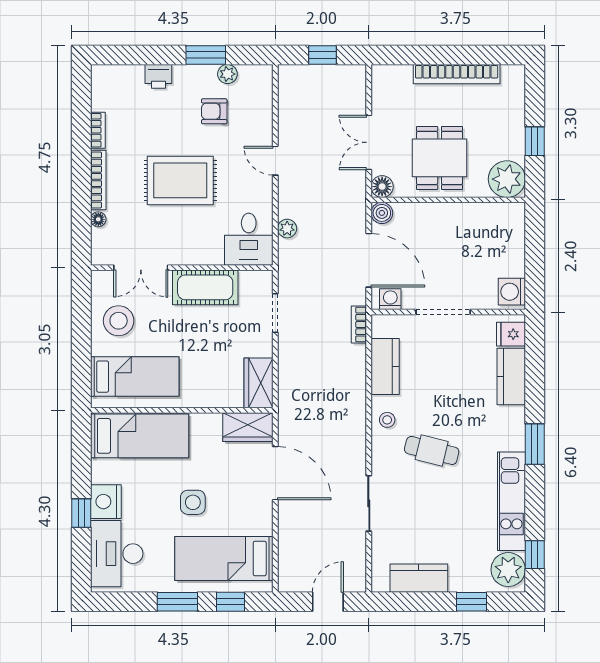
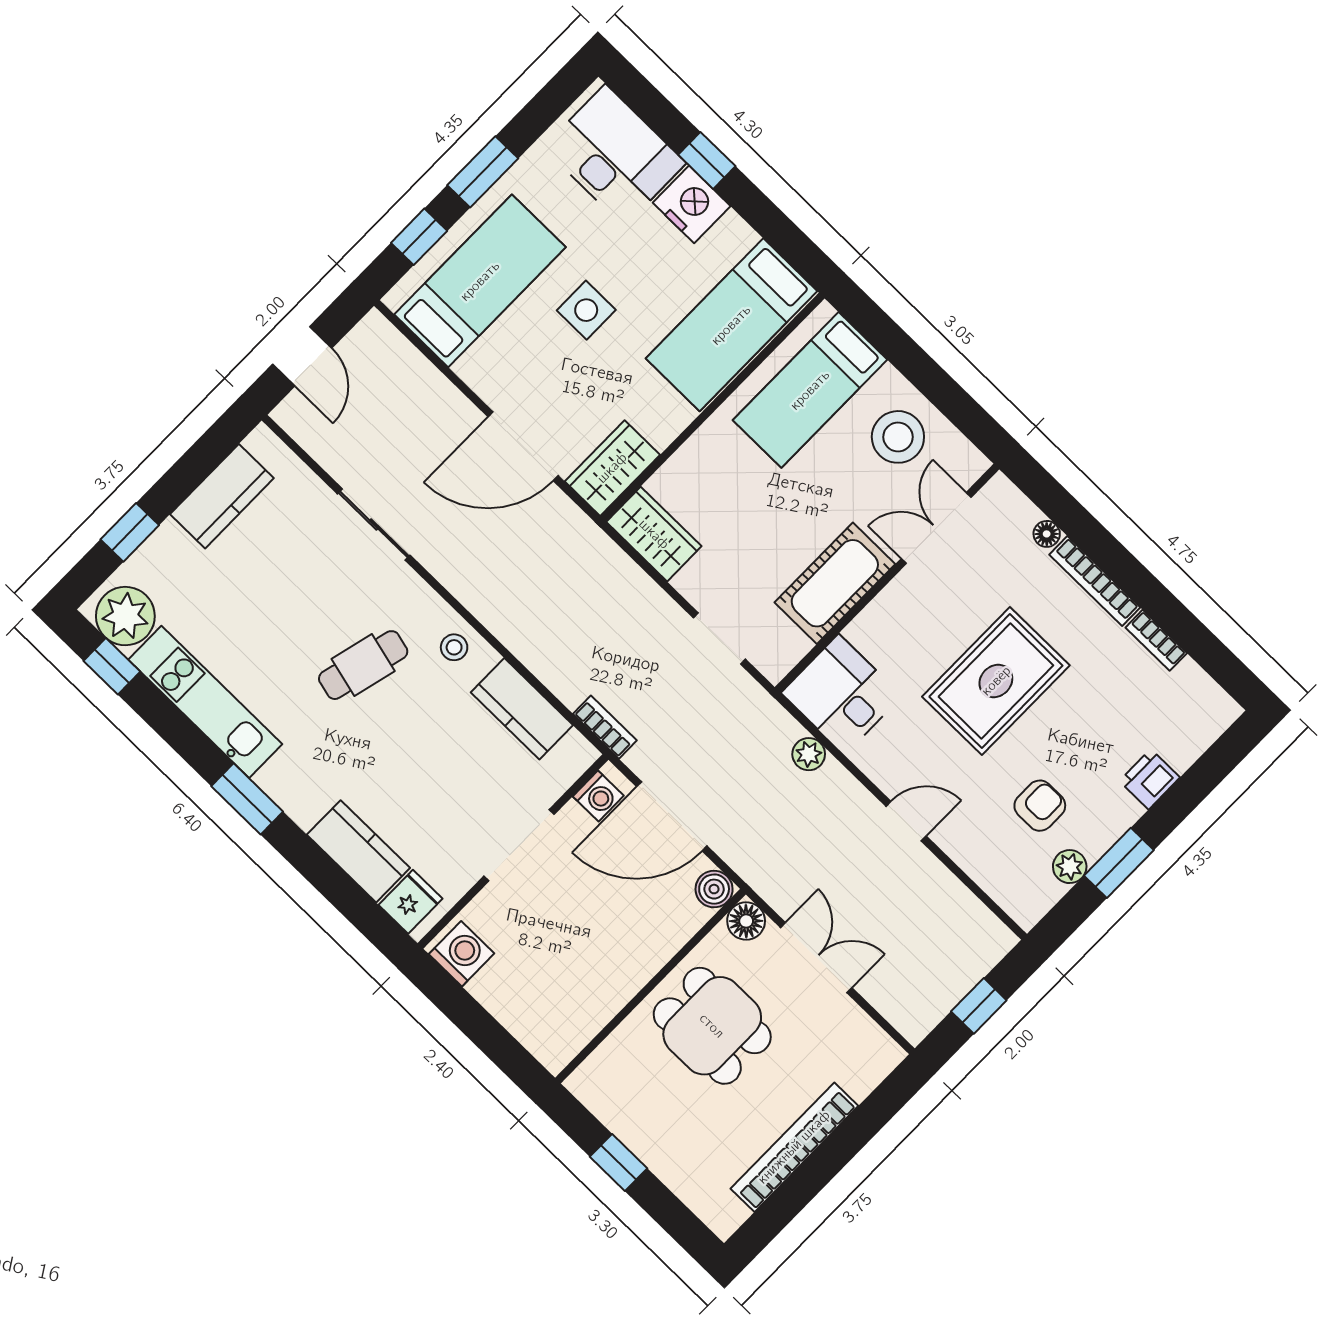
plant: (507, 179) -> (605, 1083), removed

